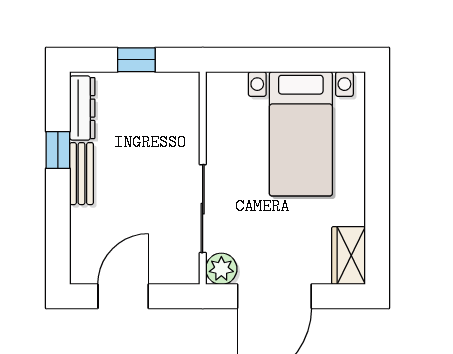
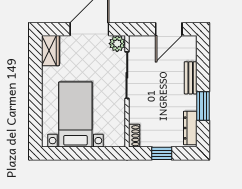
shoe rack: (189, 93) -> (134, 136), added
window: (58, 150) -> (203, 106), width x1.50
bench: (82, 174) -> (191, 78), moved

